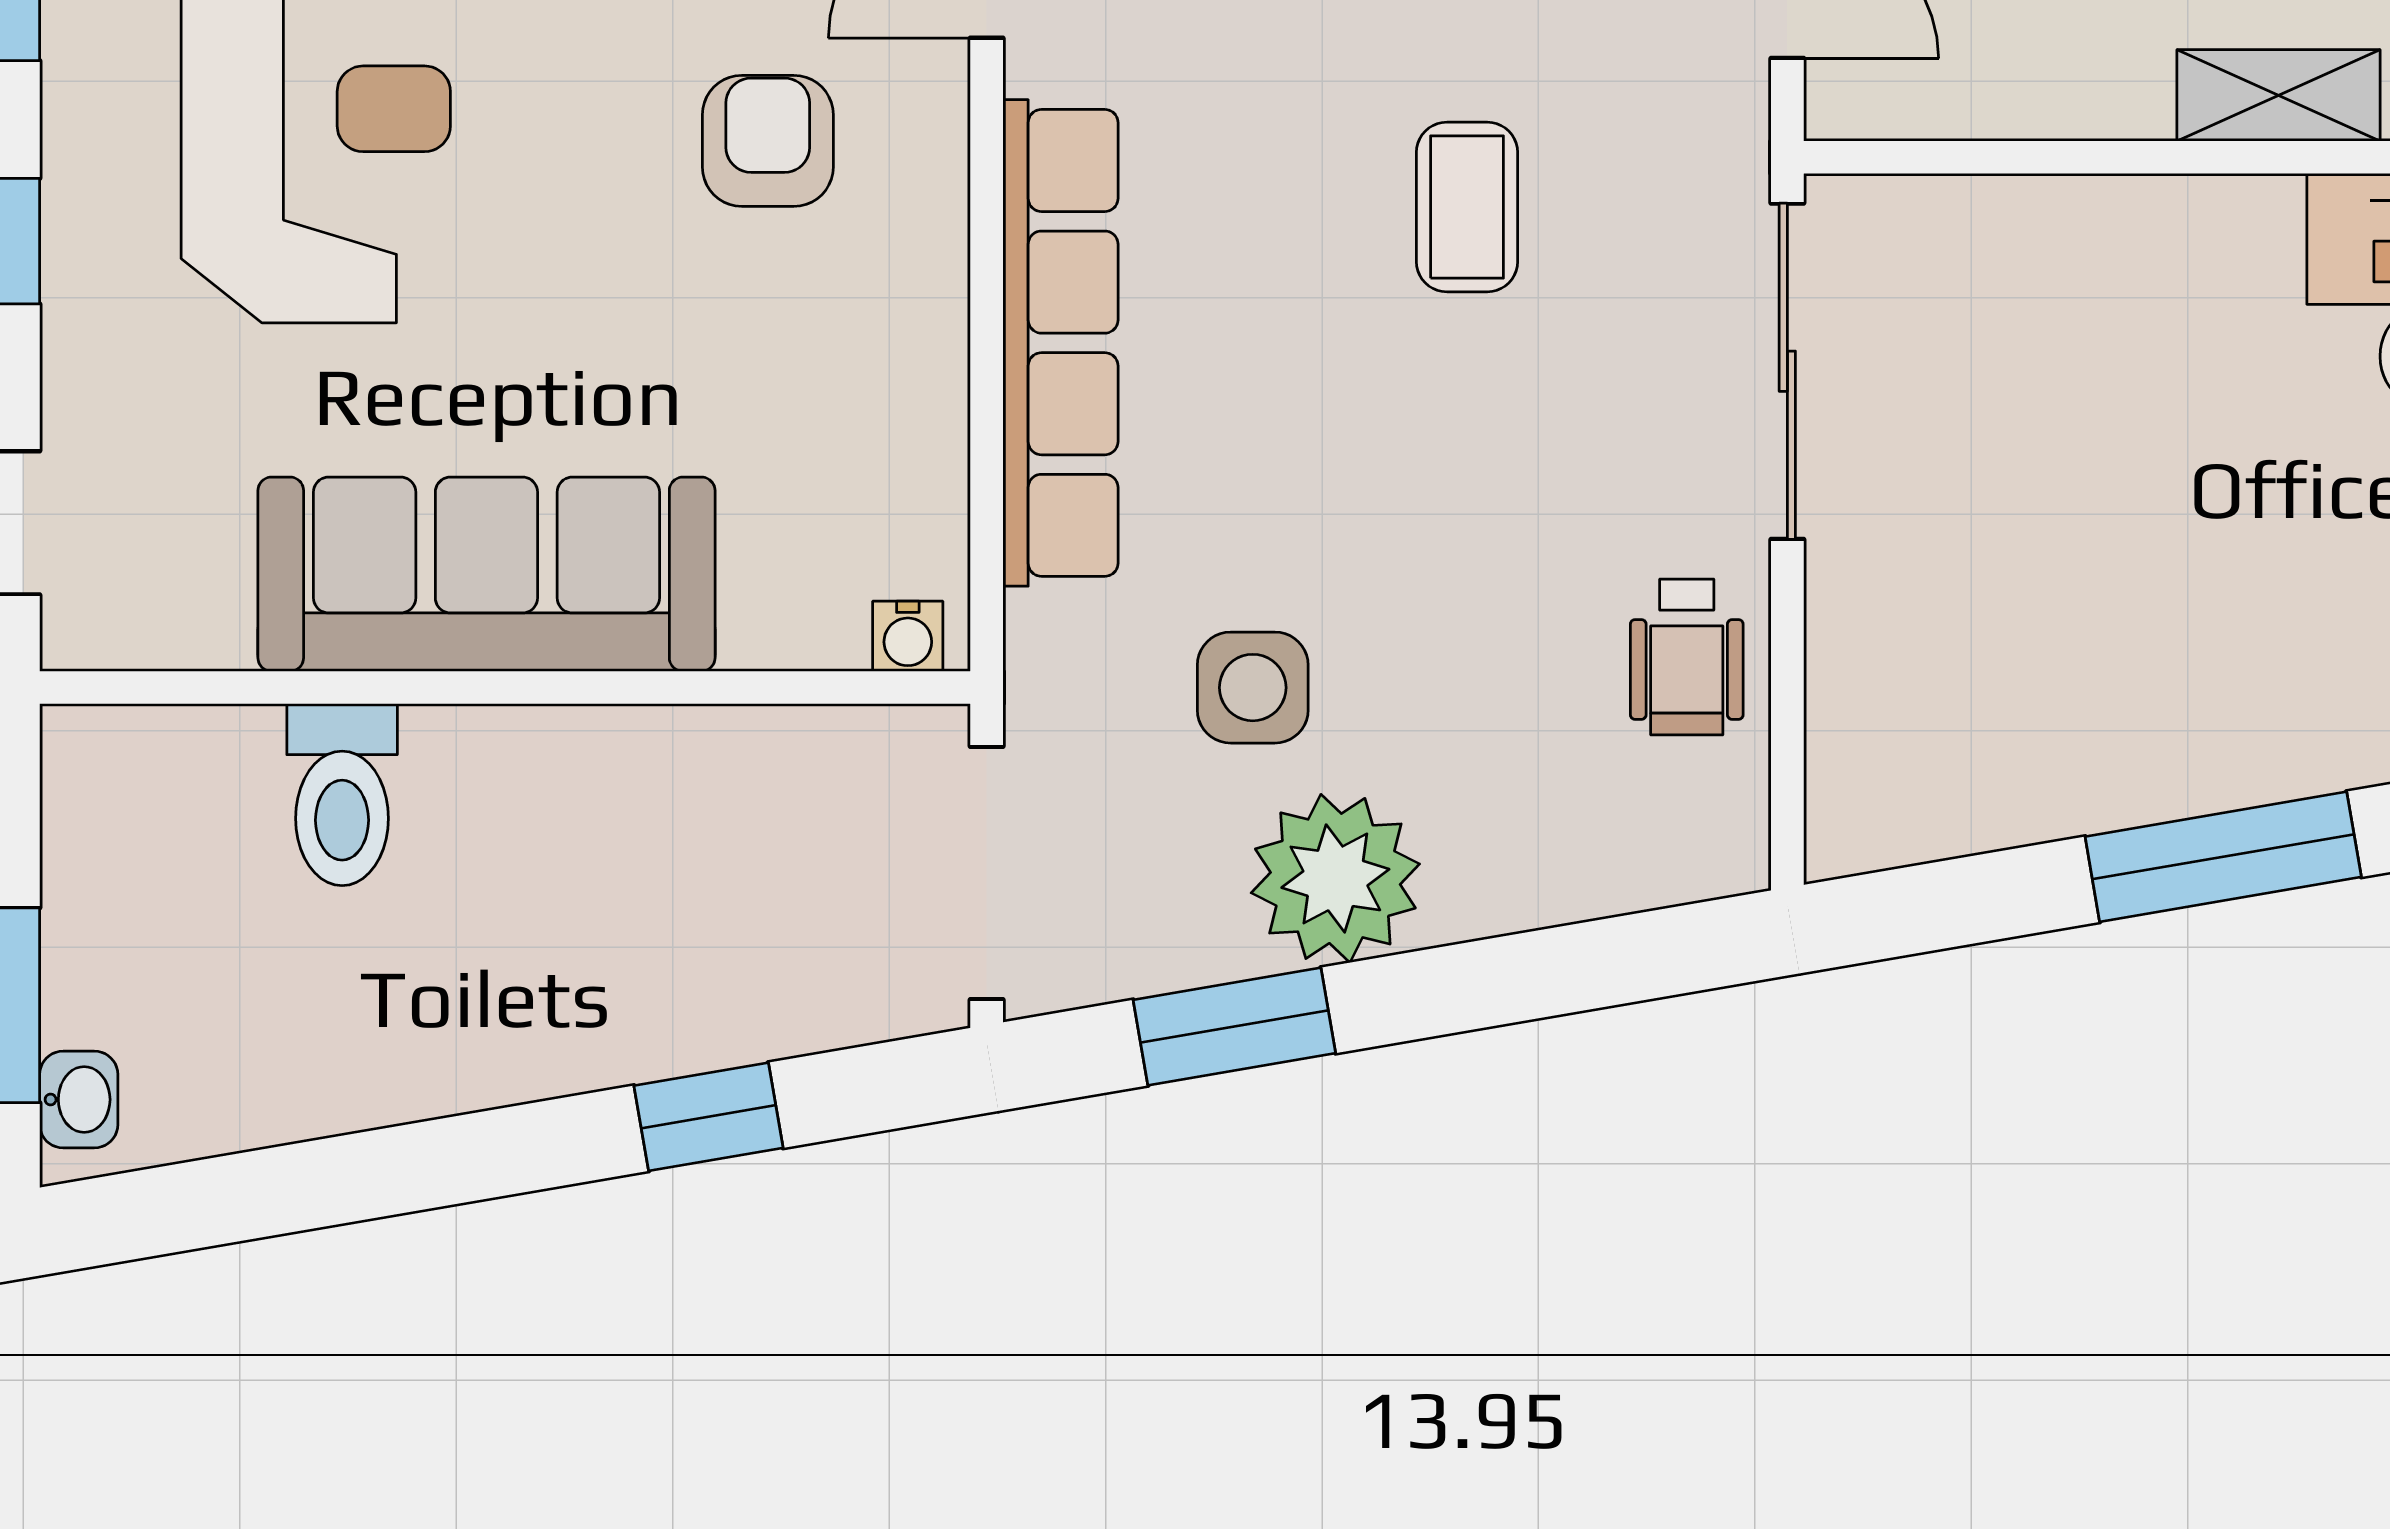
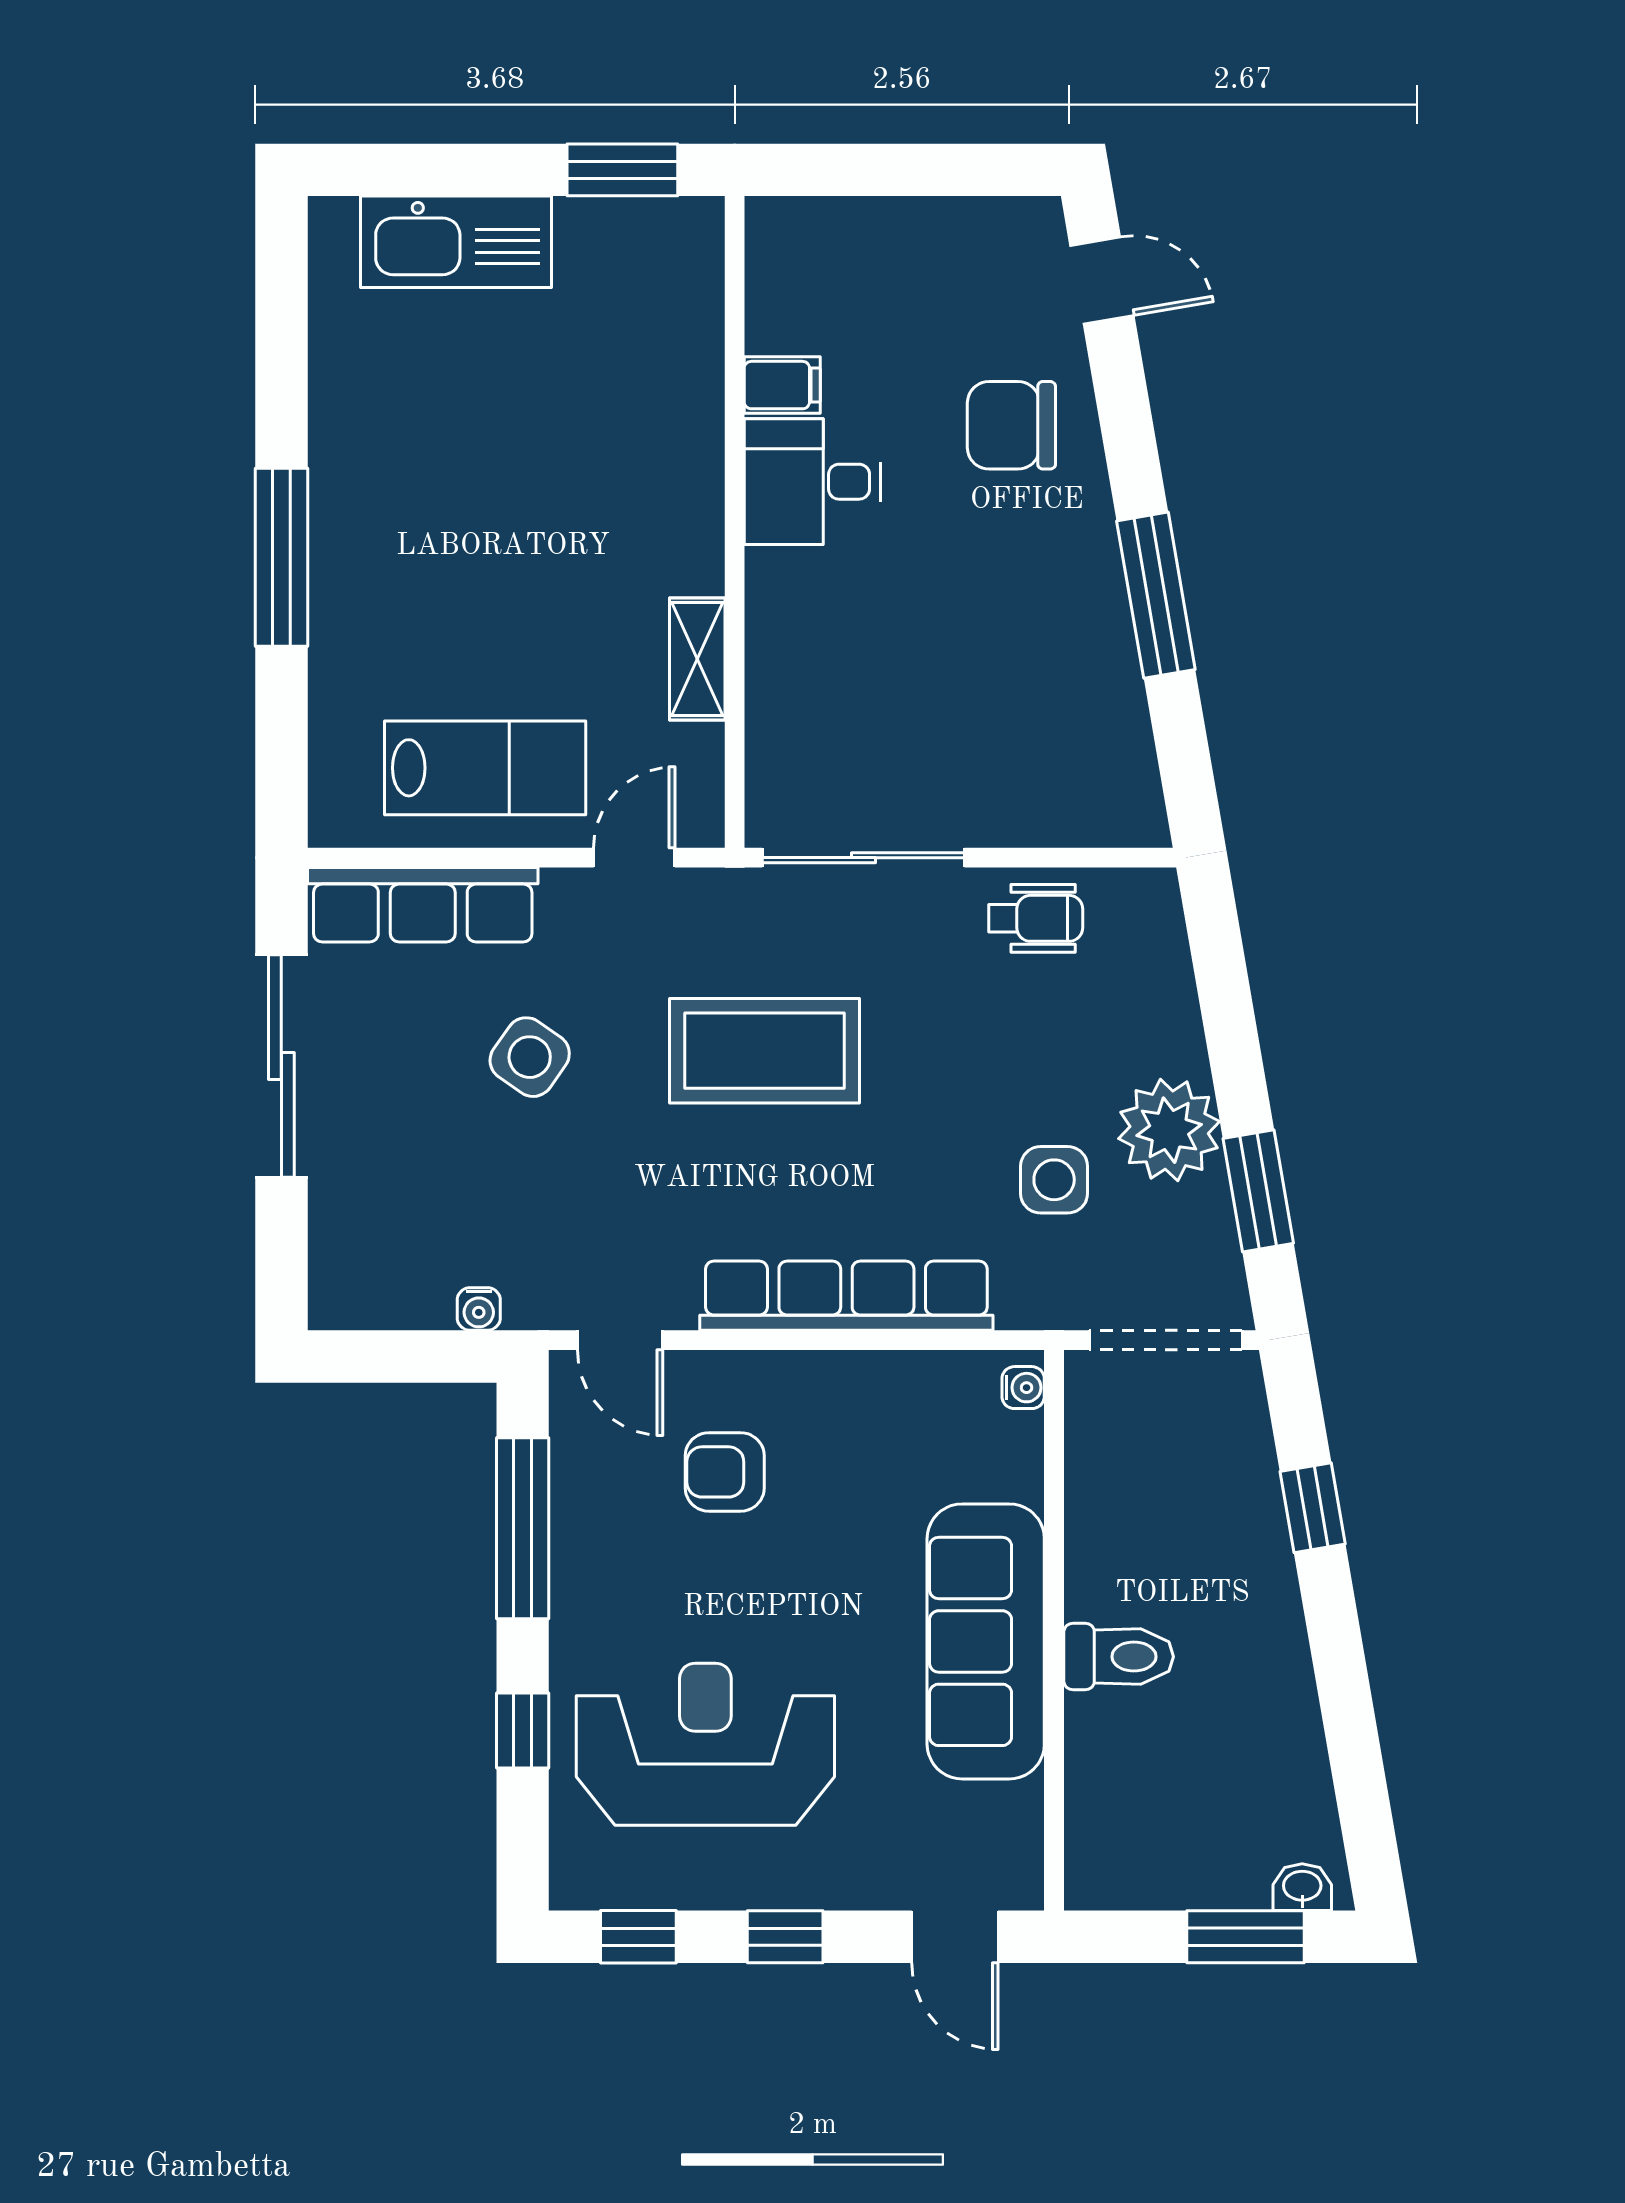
shelving: (2279, 95) -> (697, 659), moved
coffee table: (1467, 207) -> (765, 1051), width x1.86, depth x1.72
toilet: (342, 795) -> (1119, 1657), moved

